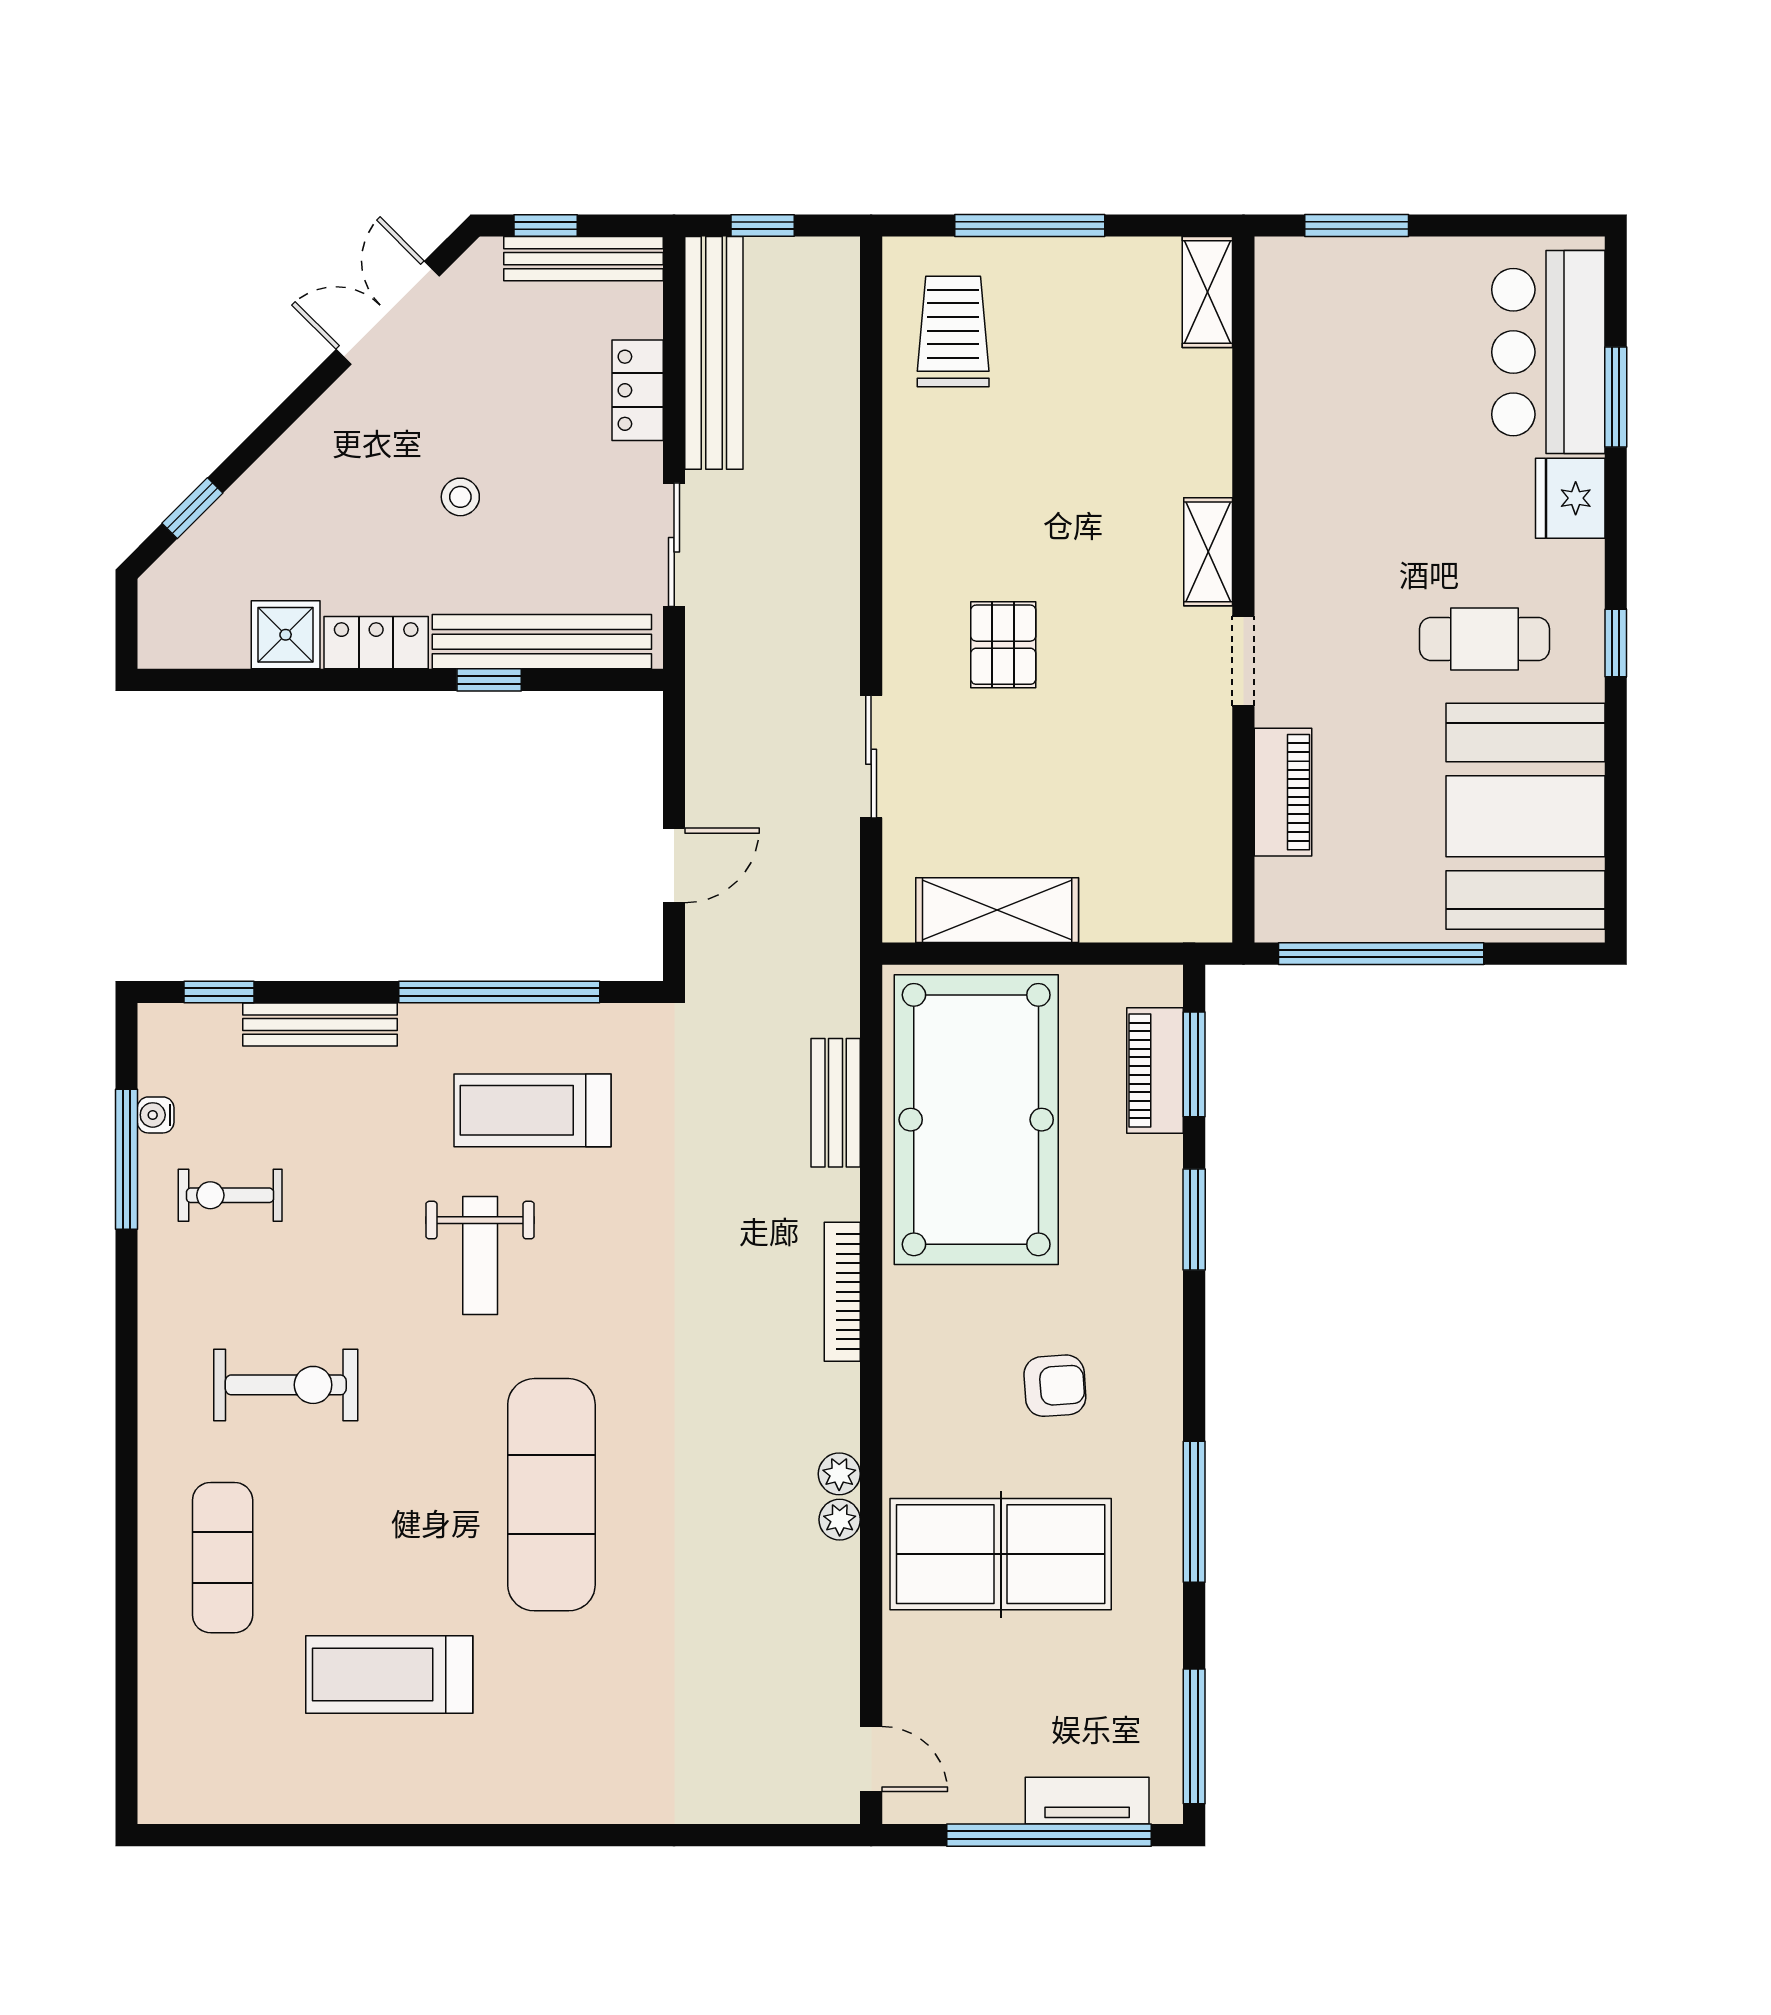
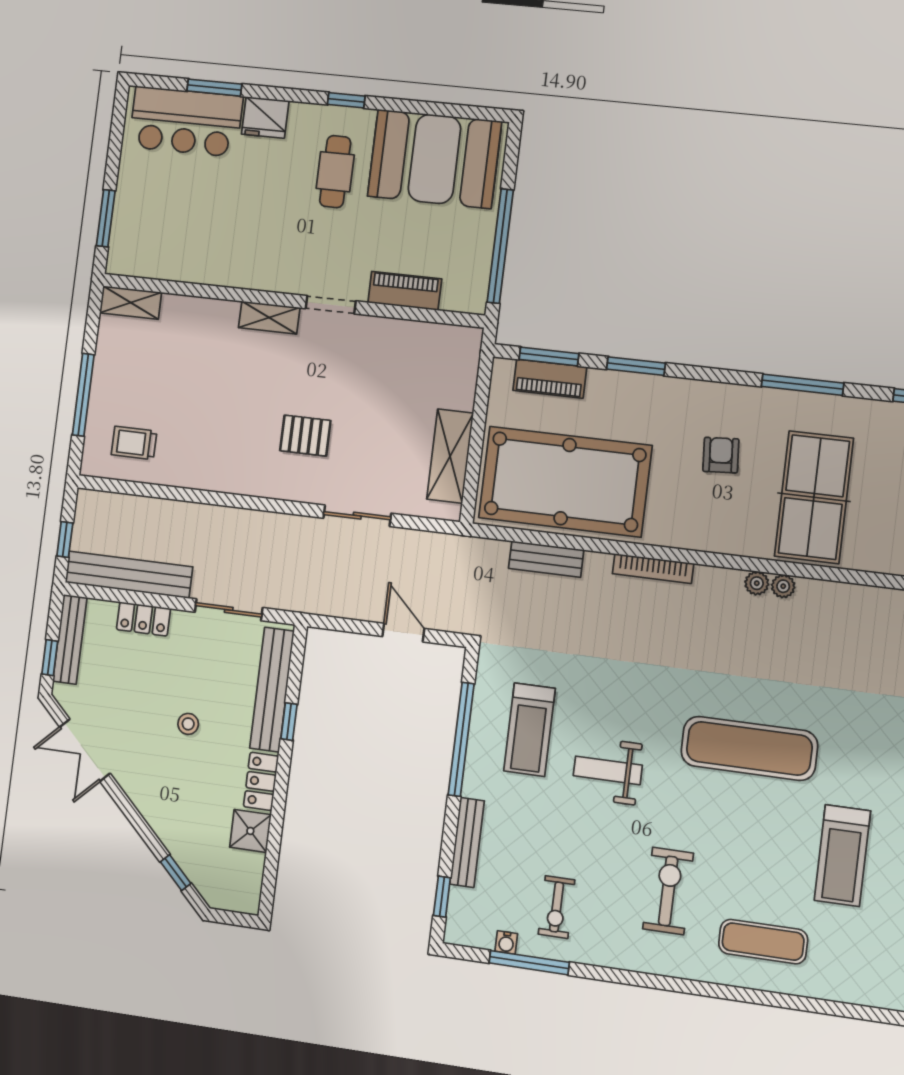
trolley: (953, 332) -> (134, 443), width x0.73, depth x0.72
weight bench: (480, 1256) -> (608, 770), turned 180

